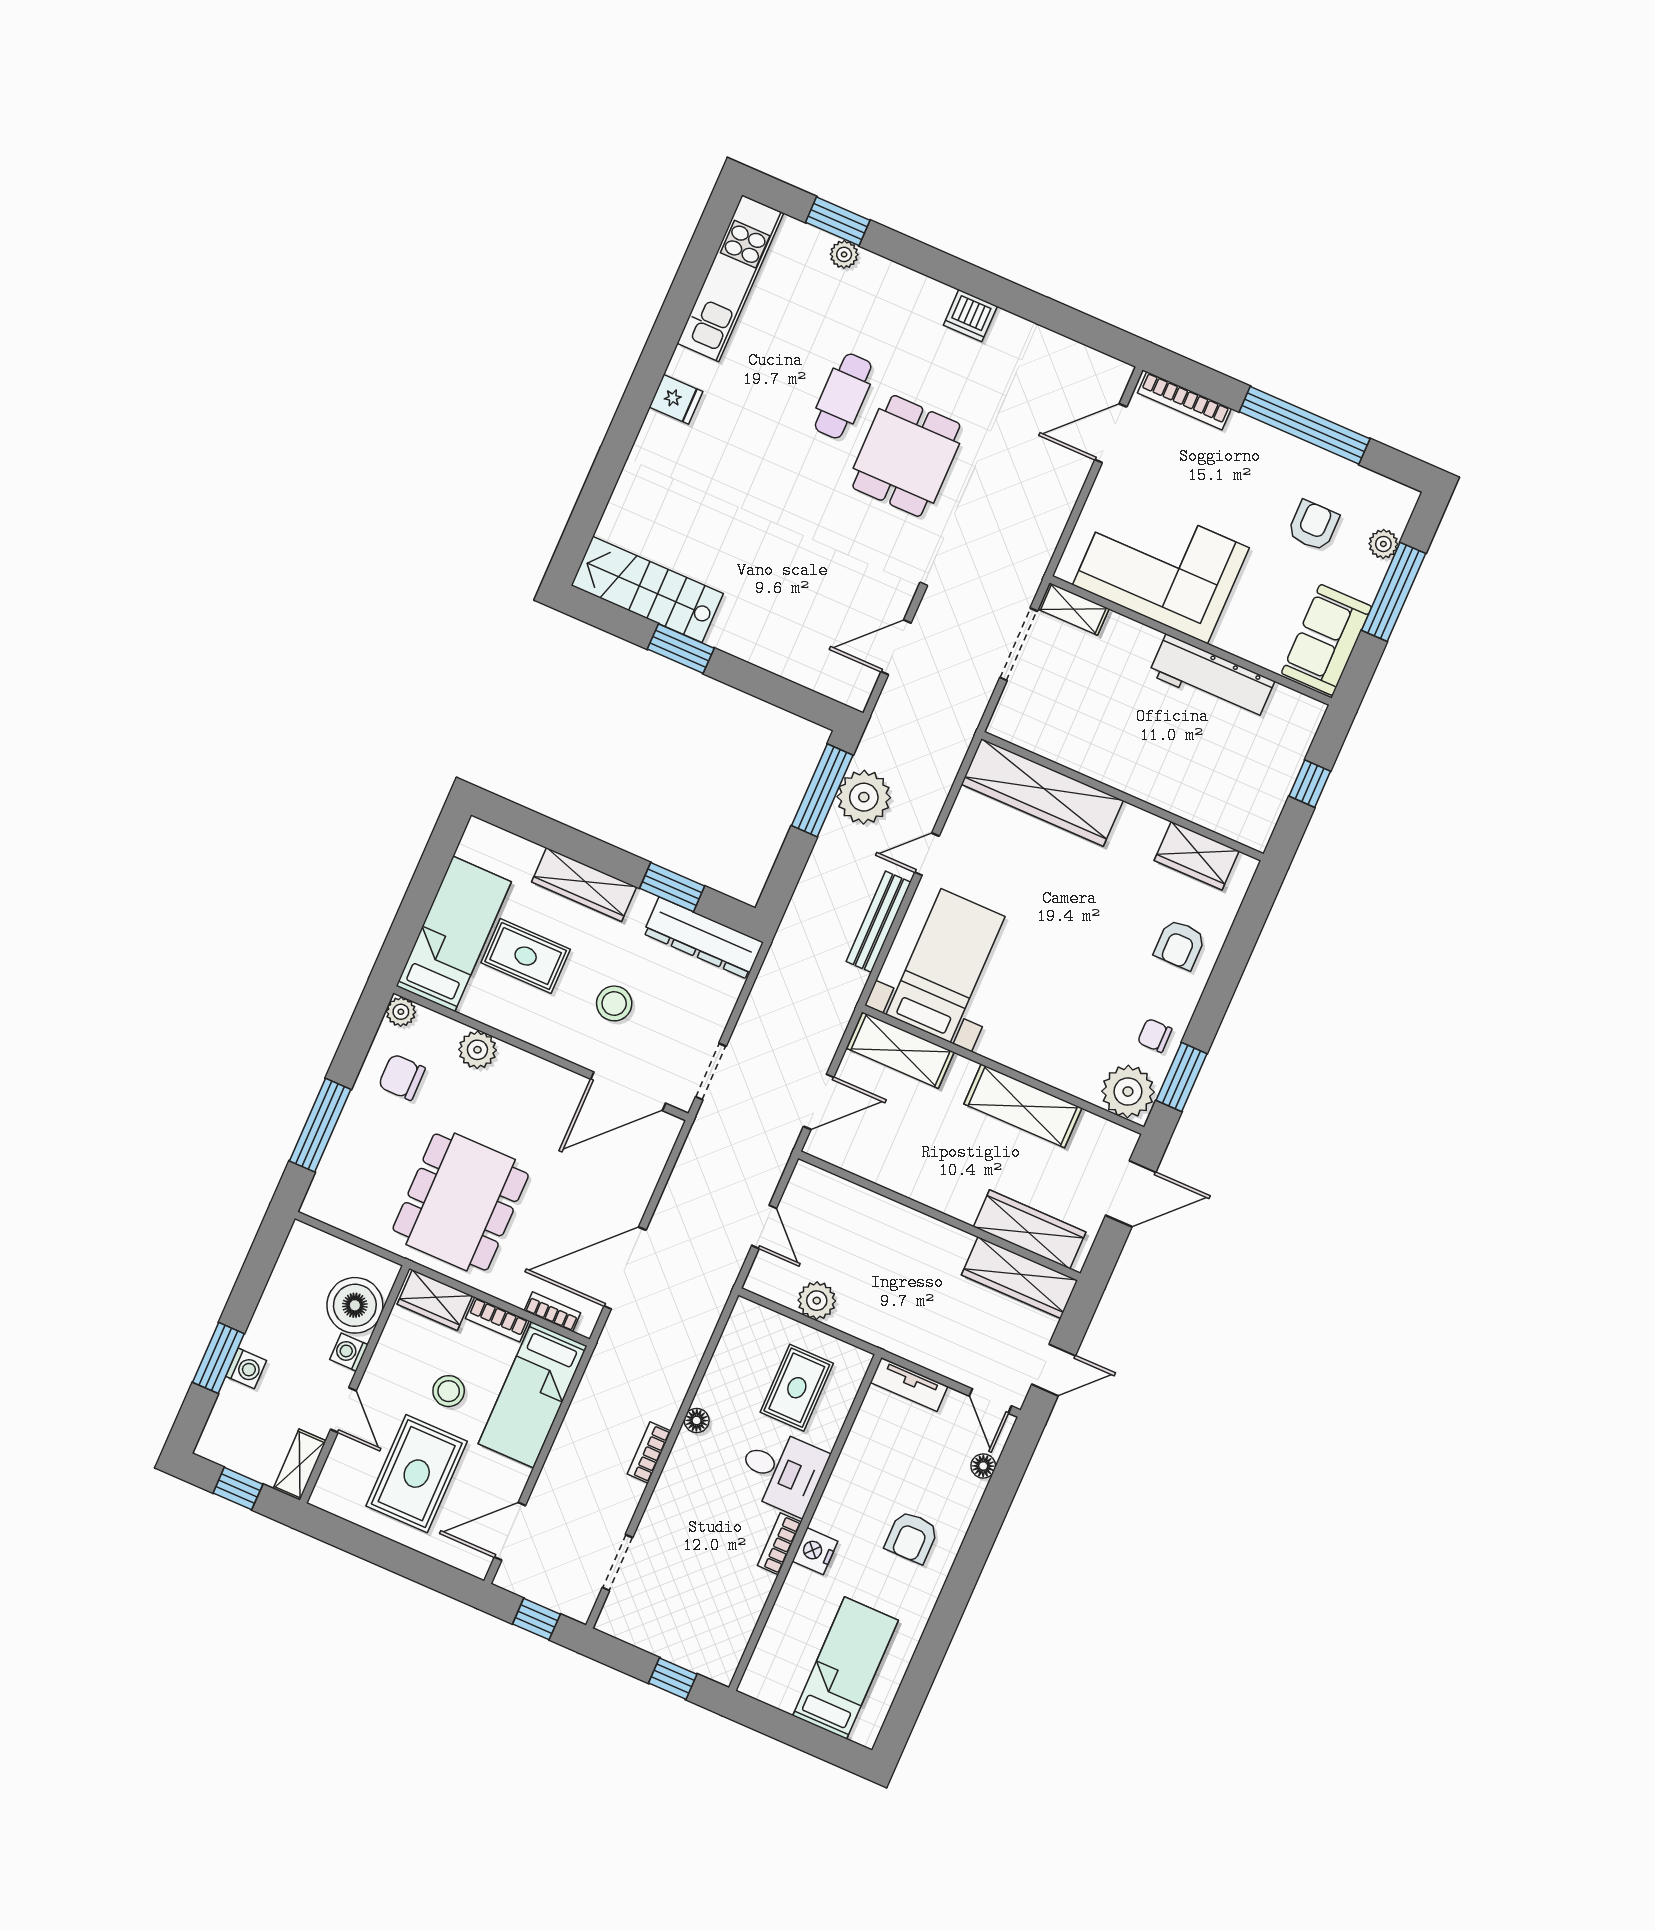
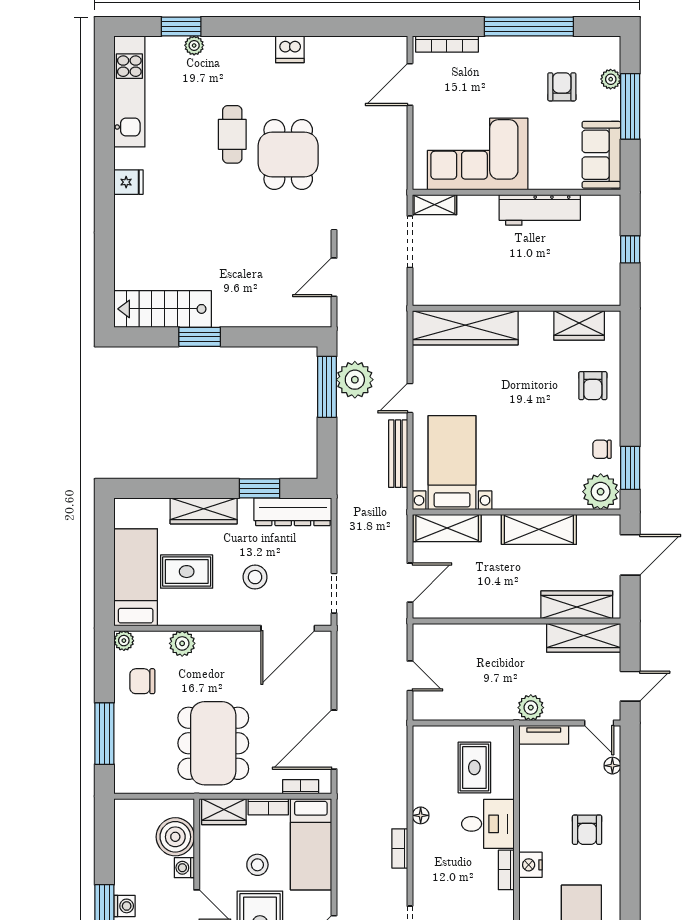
plant: (817, 1301) -> (531, 708), moved

